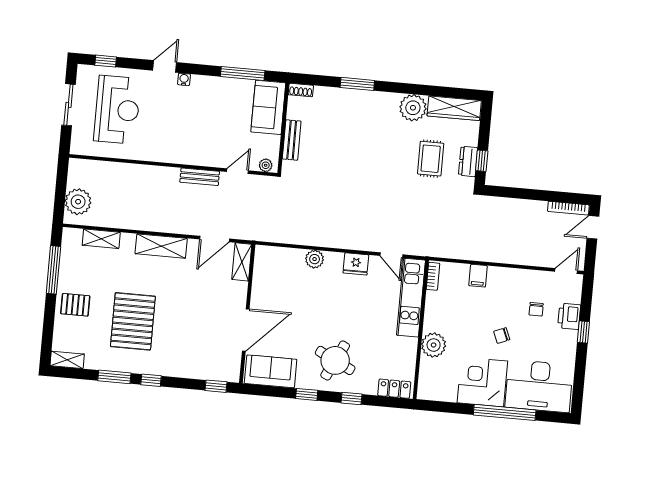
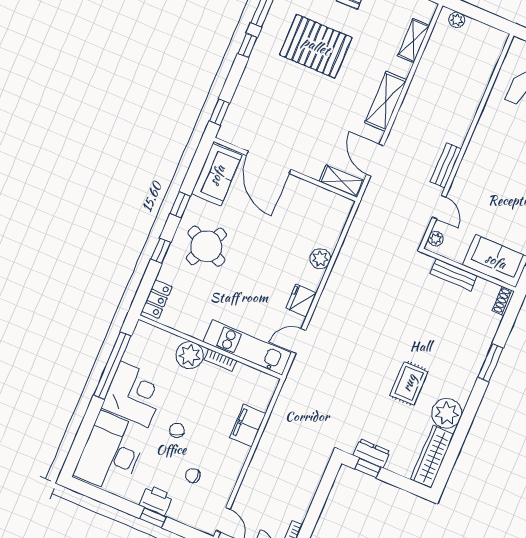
rug: (431, 159) -> (409, 383), moved, turned 90
plant: (78, 202) -> (457, 20), width x0.53, depth x0.53
bookcase: (433, 276) -> (221, 360), moved
filing cabinet: (478, 276) -> (248, 425), width x2.00
printer: (569, 316) -> (156, 500), moved
window: (505, 412) -> (112, 366), moved

